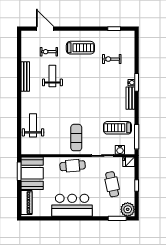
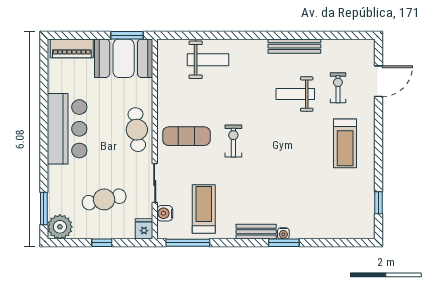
exercise bike: (112, 59) -> (233, 141), moved
weight bench: (52, 76) -> (295, 94), turned 180

